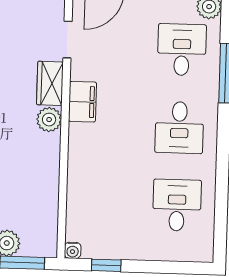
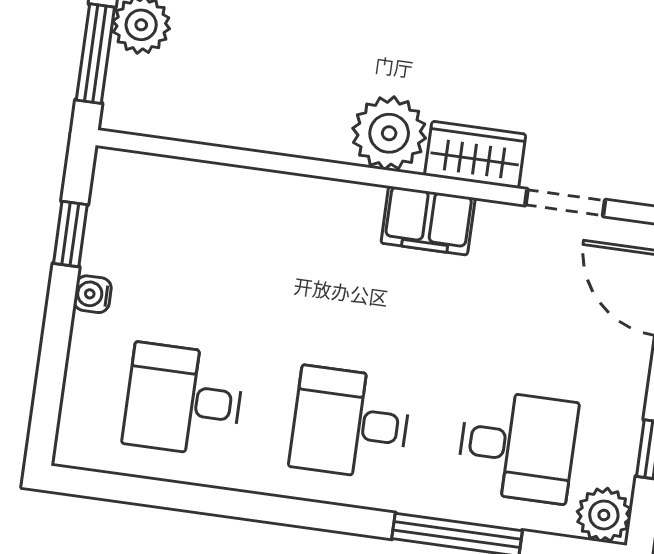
plant: (49, 120) -> (389, 133), width x1.36, depth x1.36
desk: (177, 205) -> (184, 400), turned 180
water cooler: (73, 250) -> (93, 294), moved

